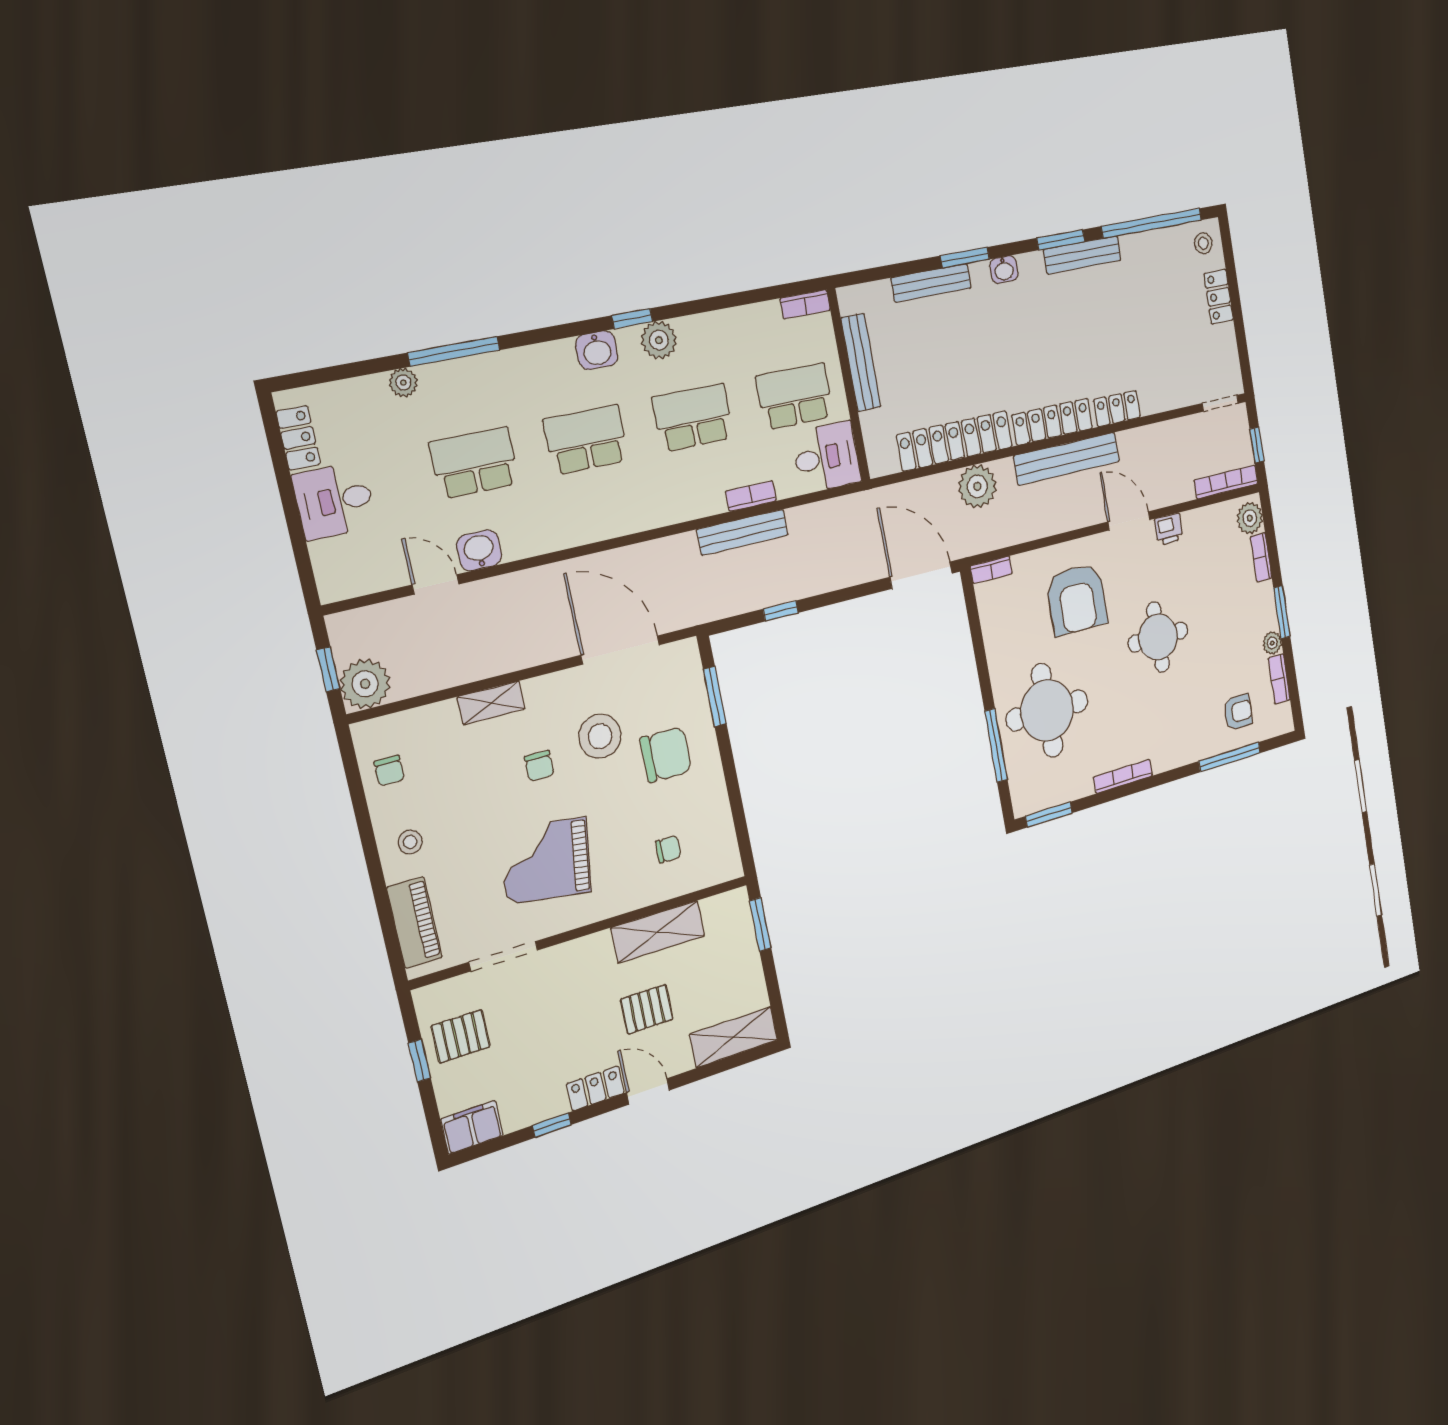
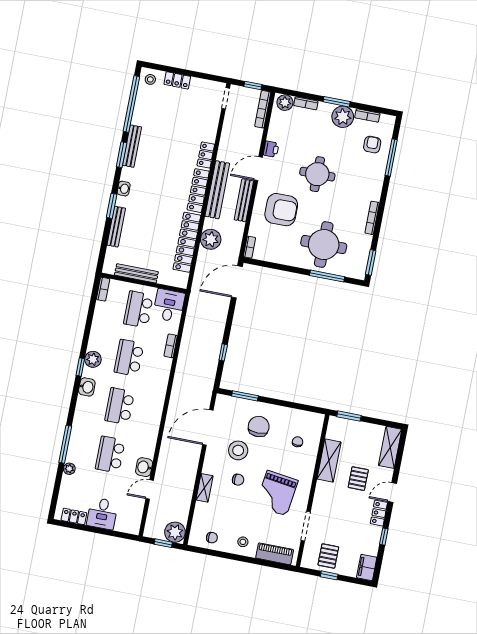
bench: (743, 532) -> (244, 200), moved
plant: (1272, 643) -> (343, 117), width x1.88, depth x1.88

